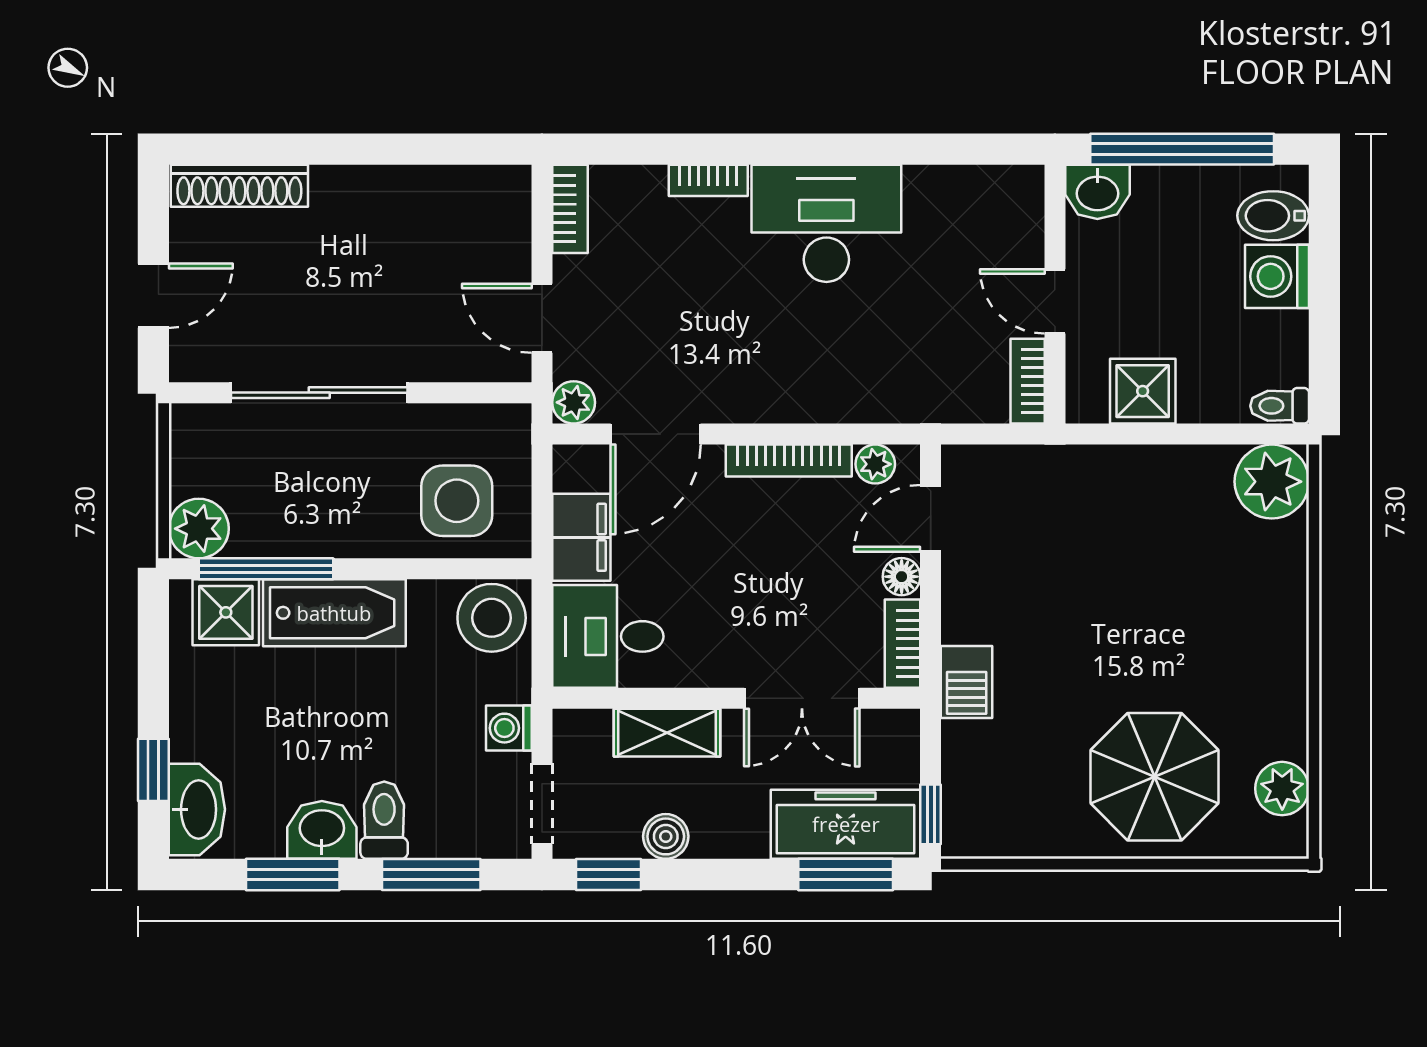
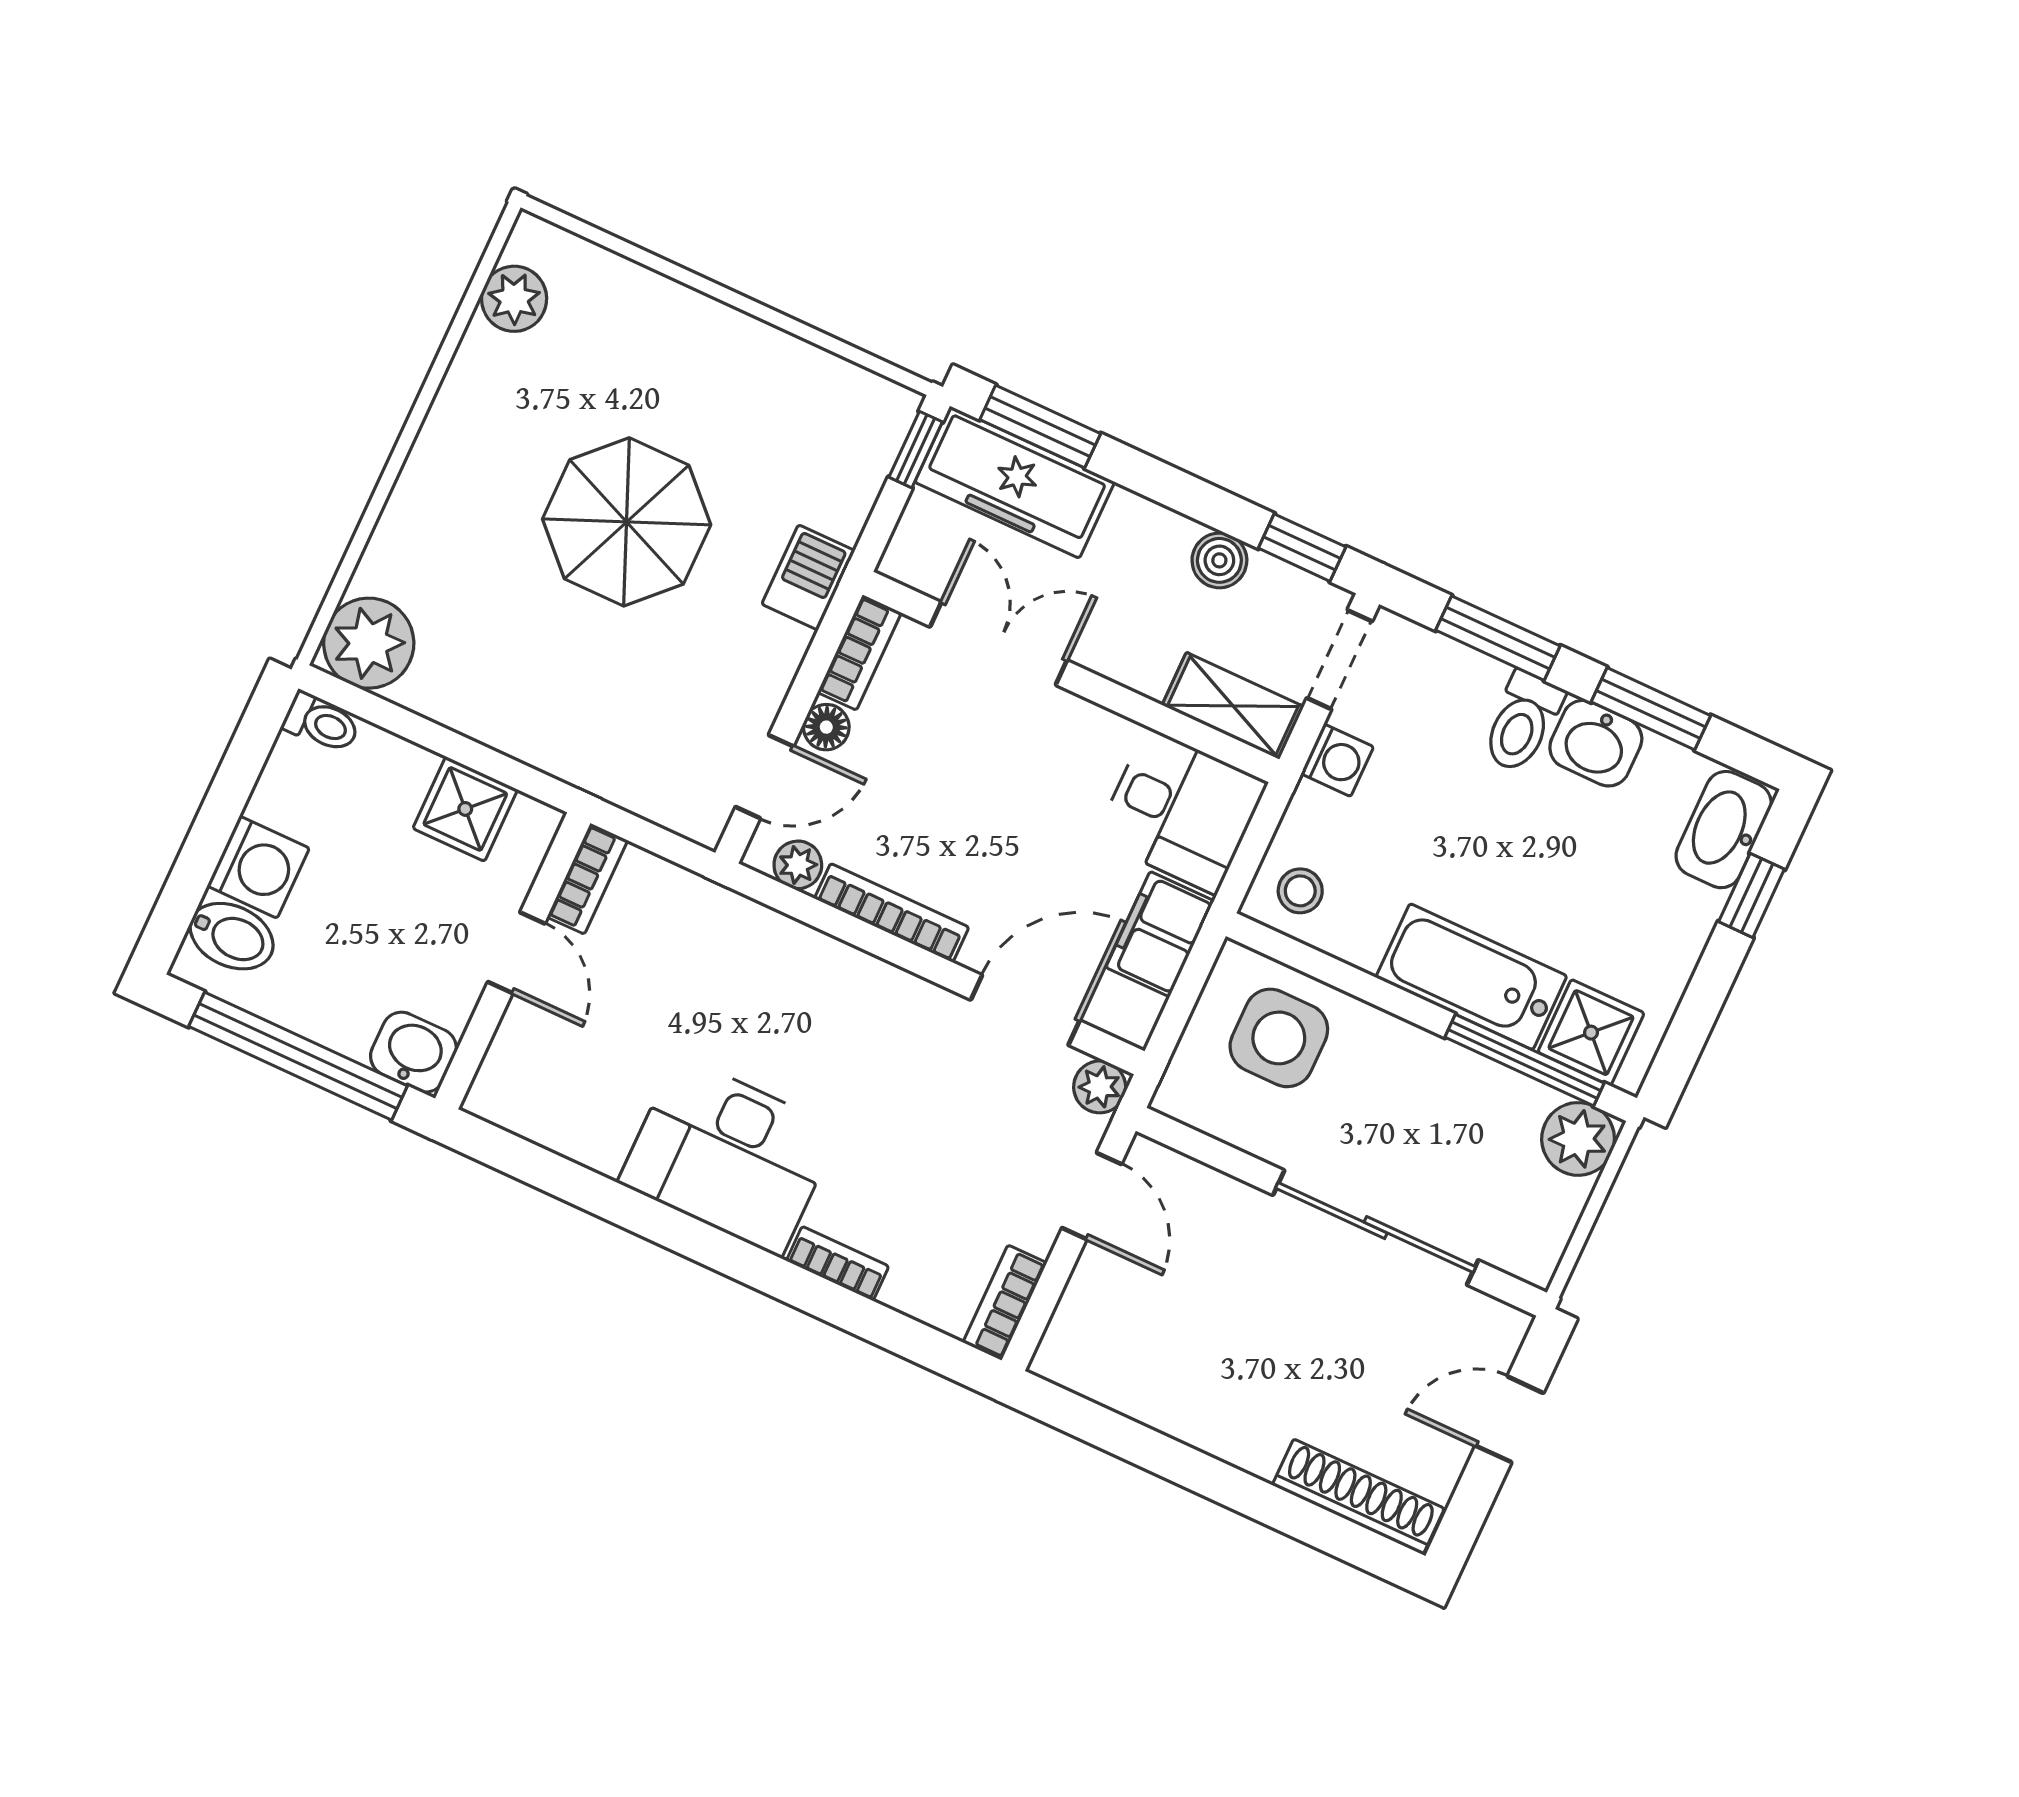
stool: (492, 618) -> (1300, 891), width x0.53, depth x0.53
shelving: (667, 733) -> (1233, 706), moved
parasol: (1155, 777) -> (627, 522), moved

